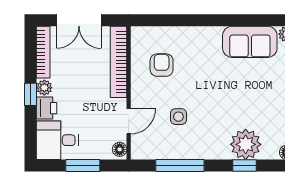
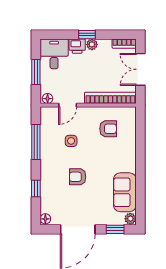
bookcase: (43, 52) -> (124, 44), width x0.64
armchair: (228, 107) -> (78, 177), added
door: (129, 121) -> (68, 105), hinge flipped
plant: (246, 144) -> (51, 189), removed

